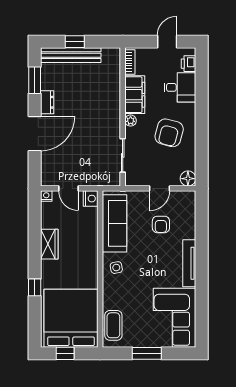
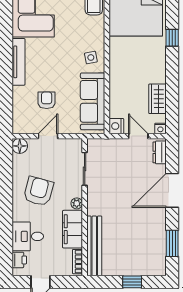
bench: (71, 55) -> (94, 246), moved, turned 90
dresser: (47, 102) -> (160, 152), moved
wardrobe: (49, 244) -> (157, 99), moved

